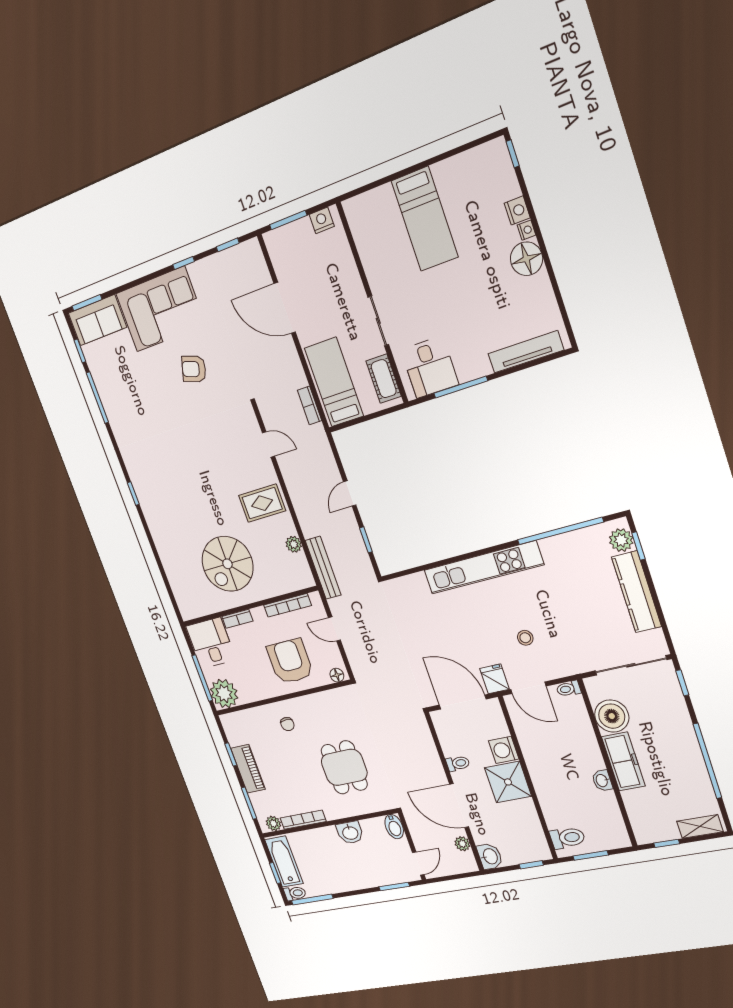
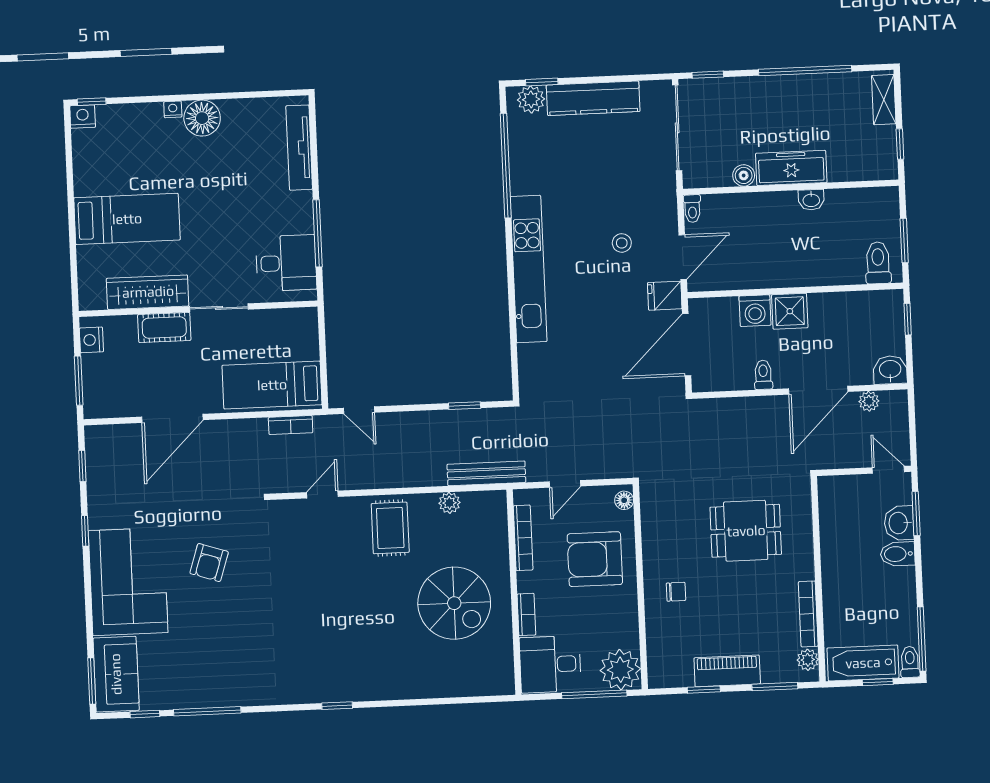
nightstand: (517, 210) -> (83, 117), moved
wardrobe: (372, 256) -> (148, 292), added
cot: (384, 379) -> (164, 327), moved
door: (350, 493) -> (359, 410), moved
boiler: (612, 716) -> (744, 175), width x0.54, depth x0.54
shower: (508, 782) -> (790, 311), width x0.73, depth x0.73
bidet: (394, 827) -> (898, 554), moved, turned 180
washbasin: (350, 833) -> (899, 523), moved, turned 180

